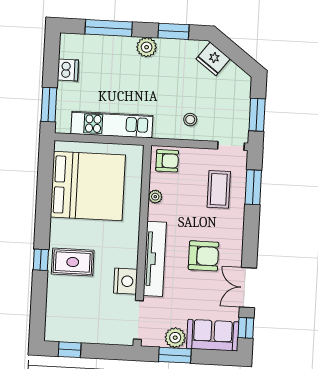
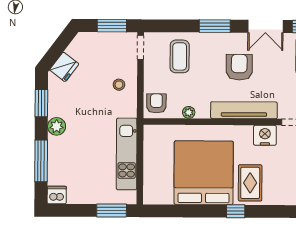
dishwasher: (68, 70) -> (57, 195), moved
bed: (88, 186) -> (204, 173), moved
window: (253, 187) -> (215, 26), moved
coffee table: (219, 189) -> (180, 56), turned 90
window: (41, 260) -> (236, 211), moved

